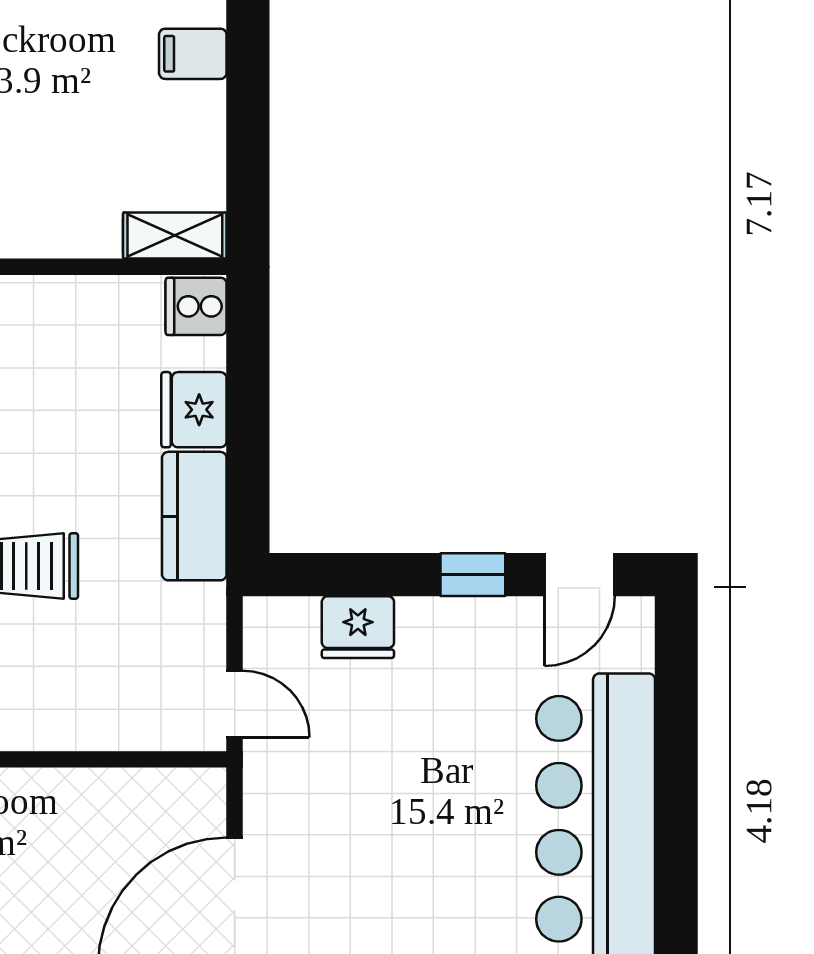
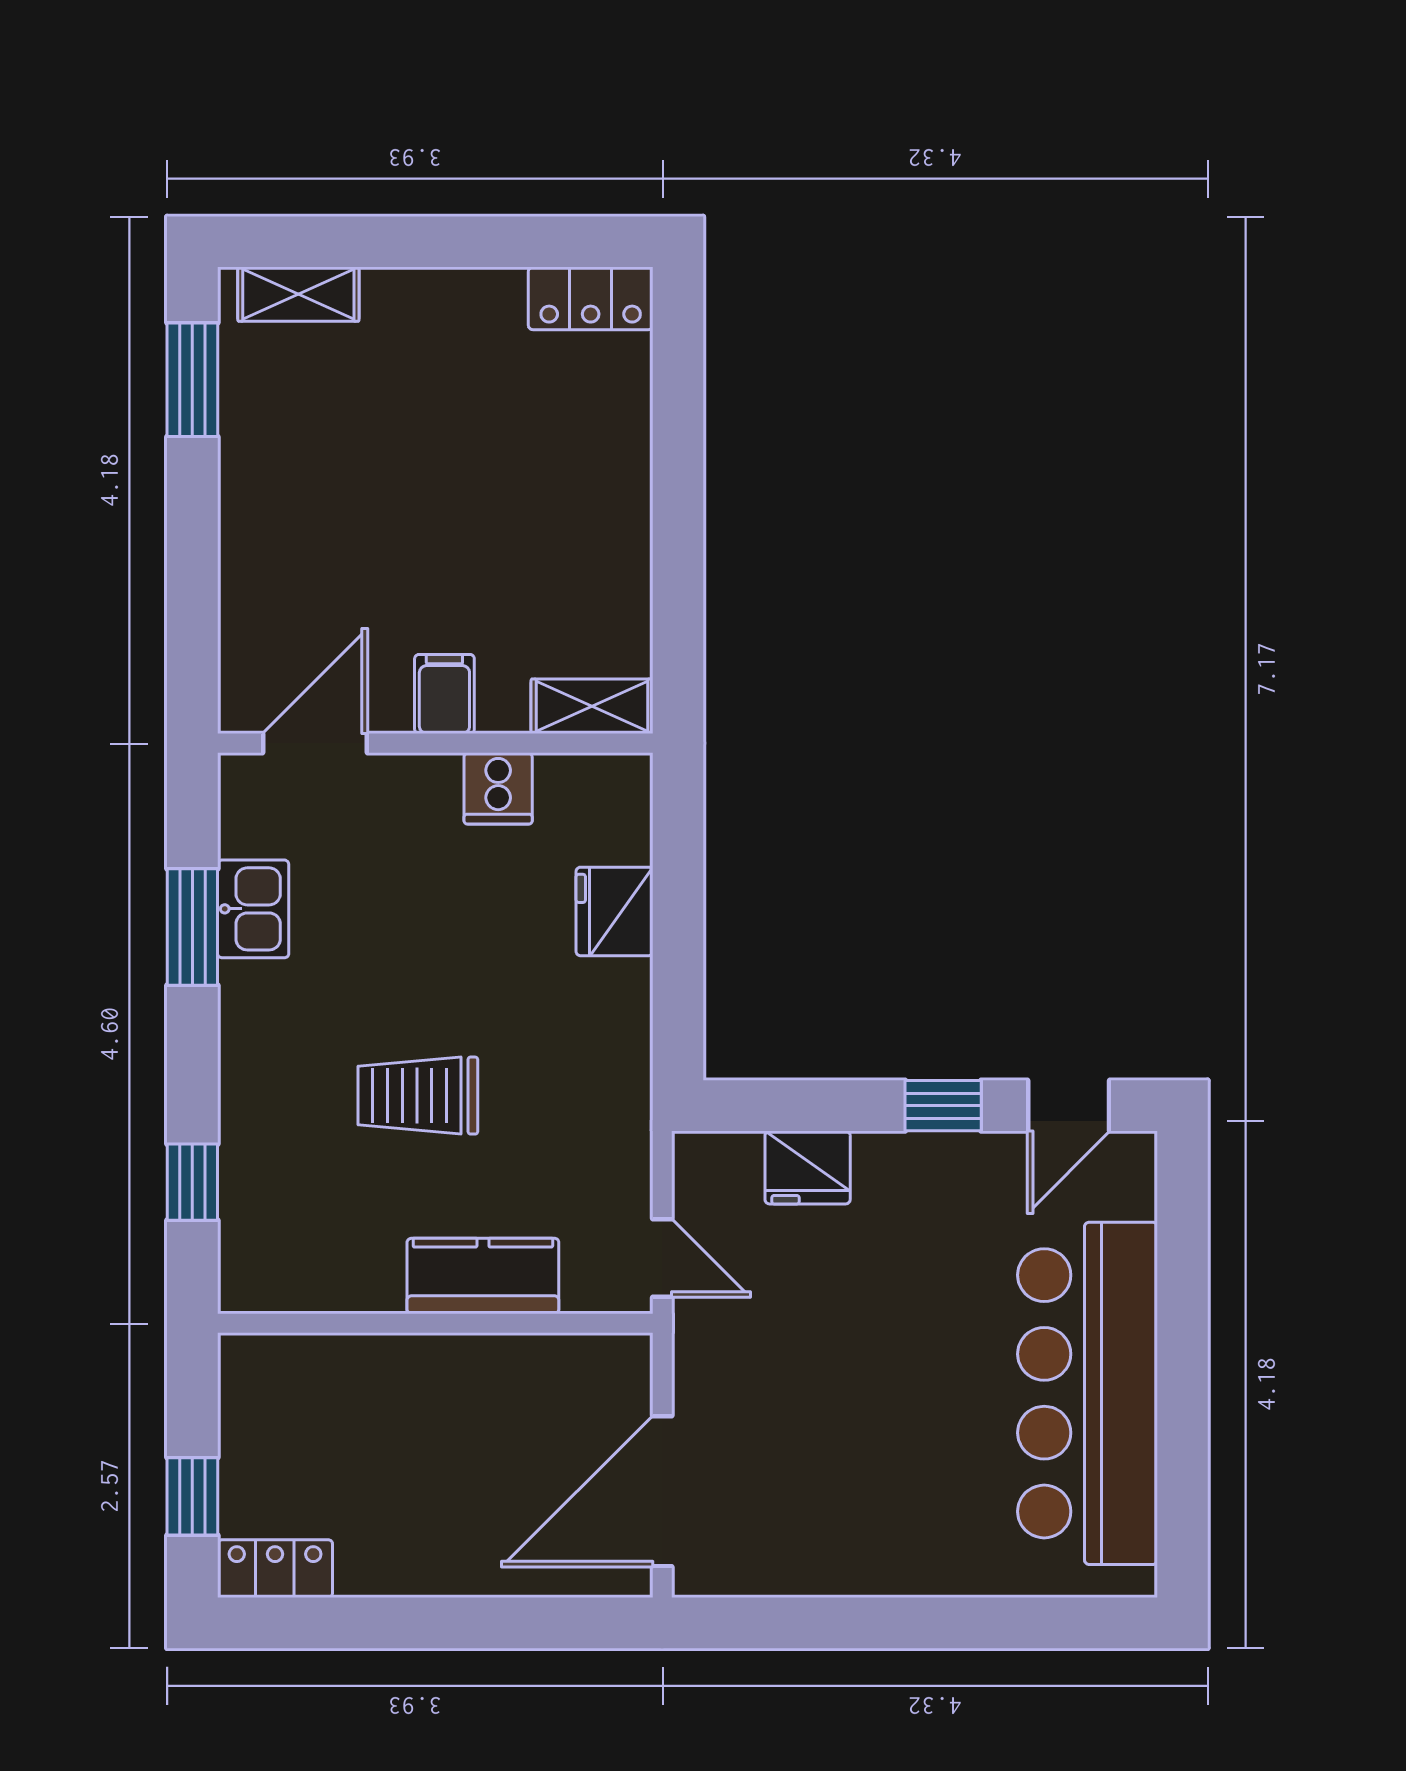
filing cabinet: (193, 54) -> (444, 694), moved, turned 90
cooker: (196, 306) -> (498, 788), moved, turned -90
kitchen counter: (194, 516) -> (483, 1276), moved, turned 90

